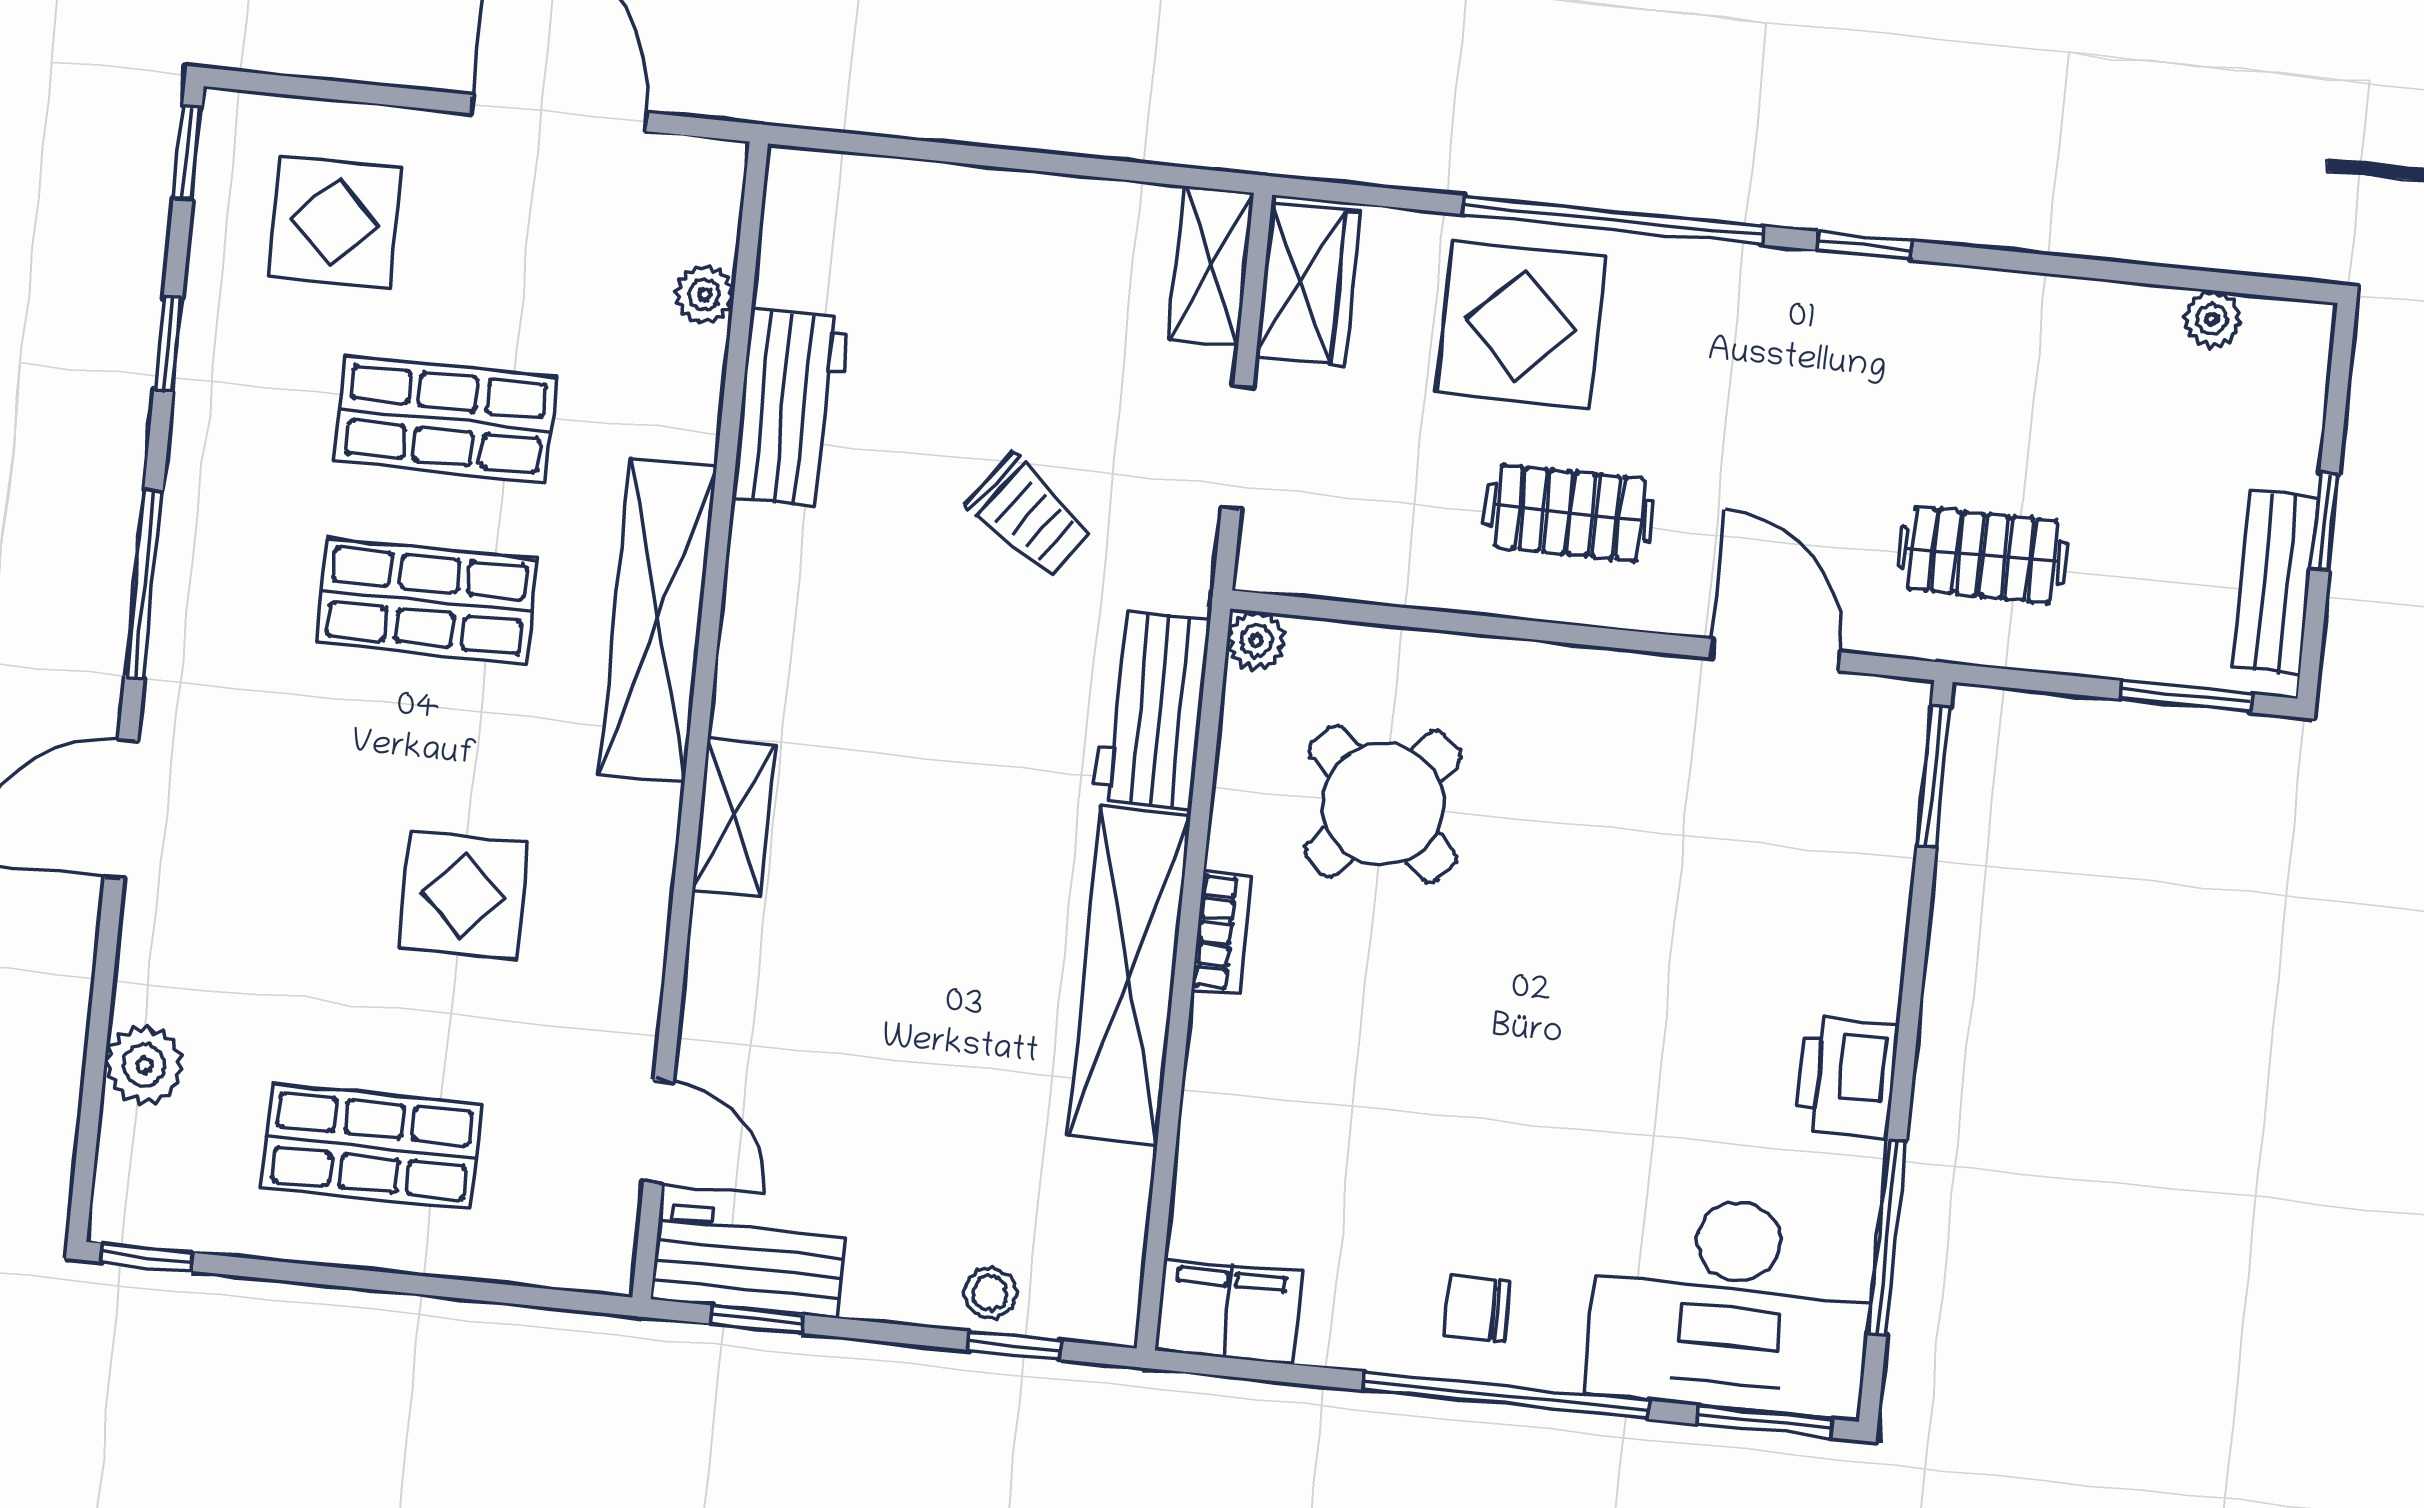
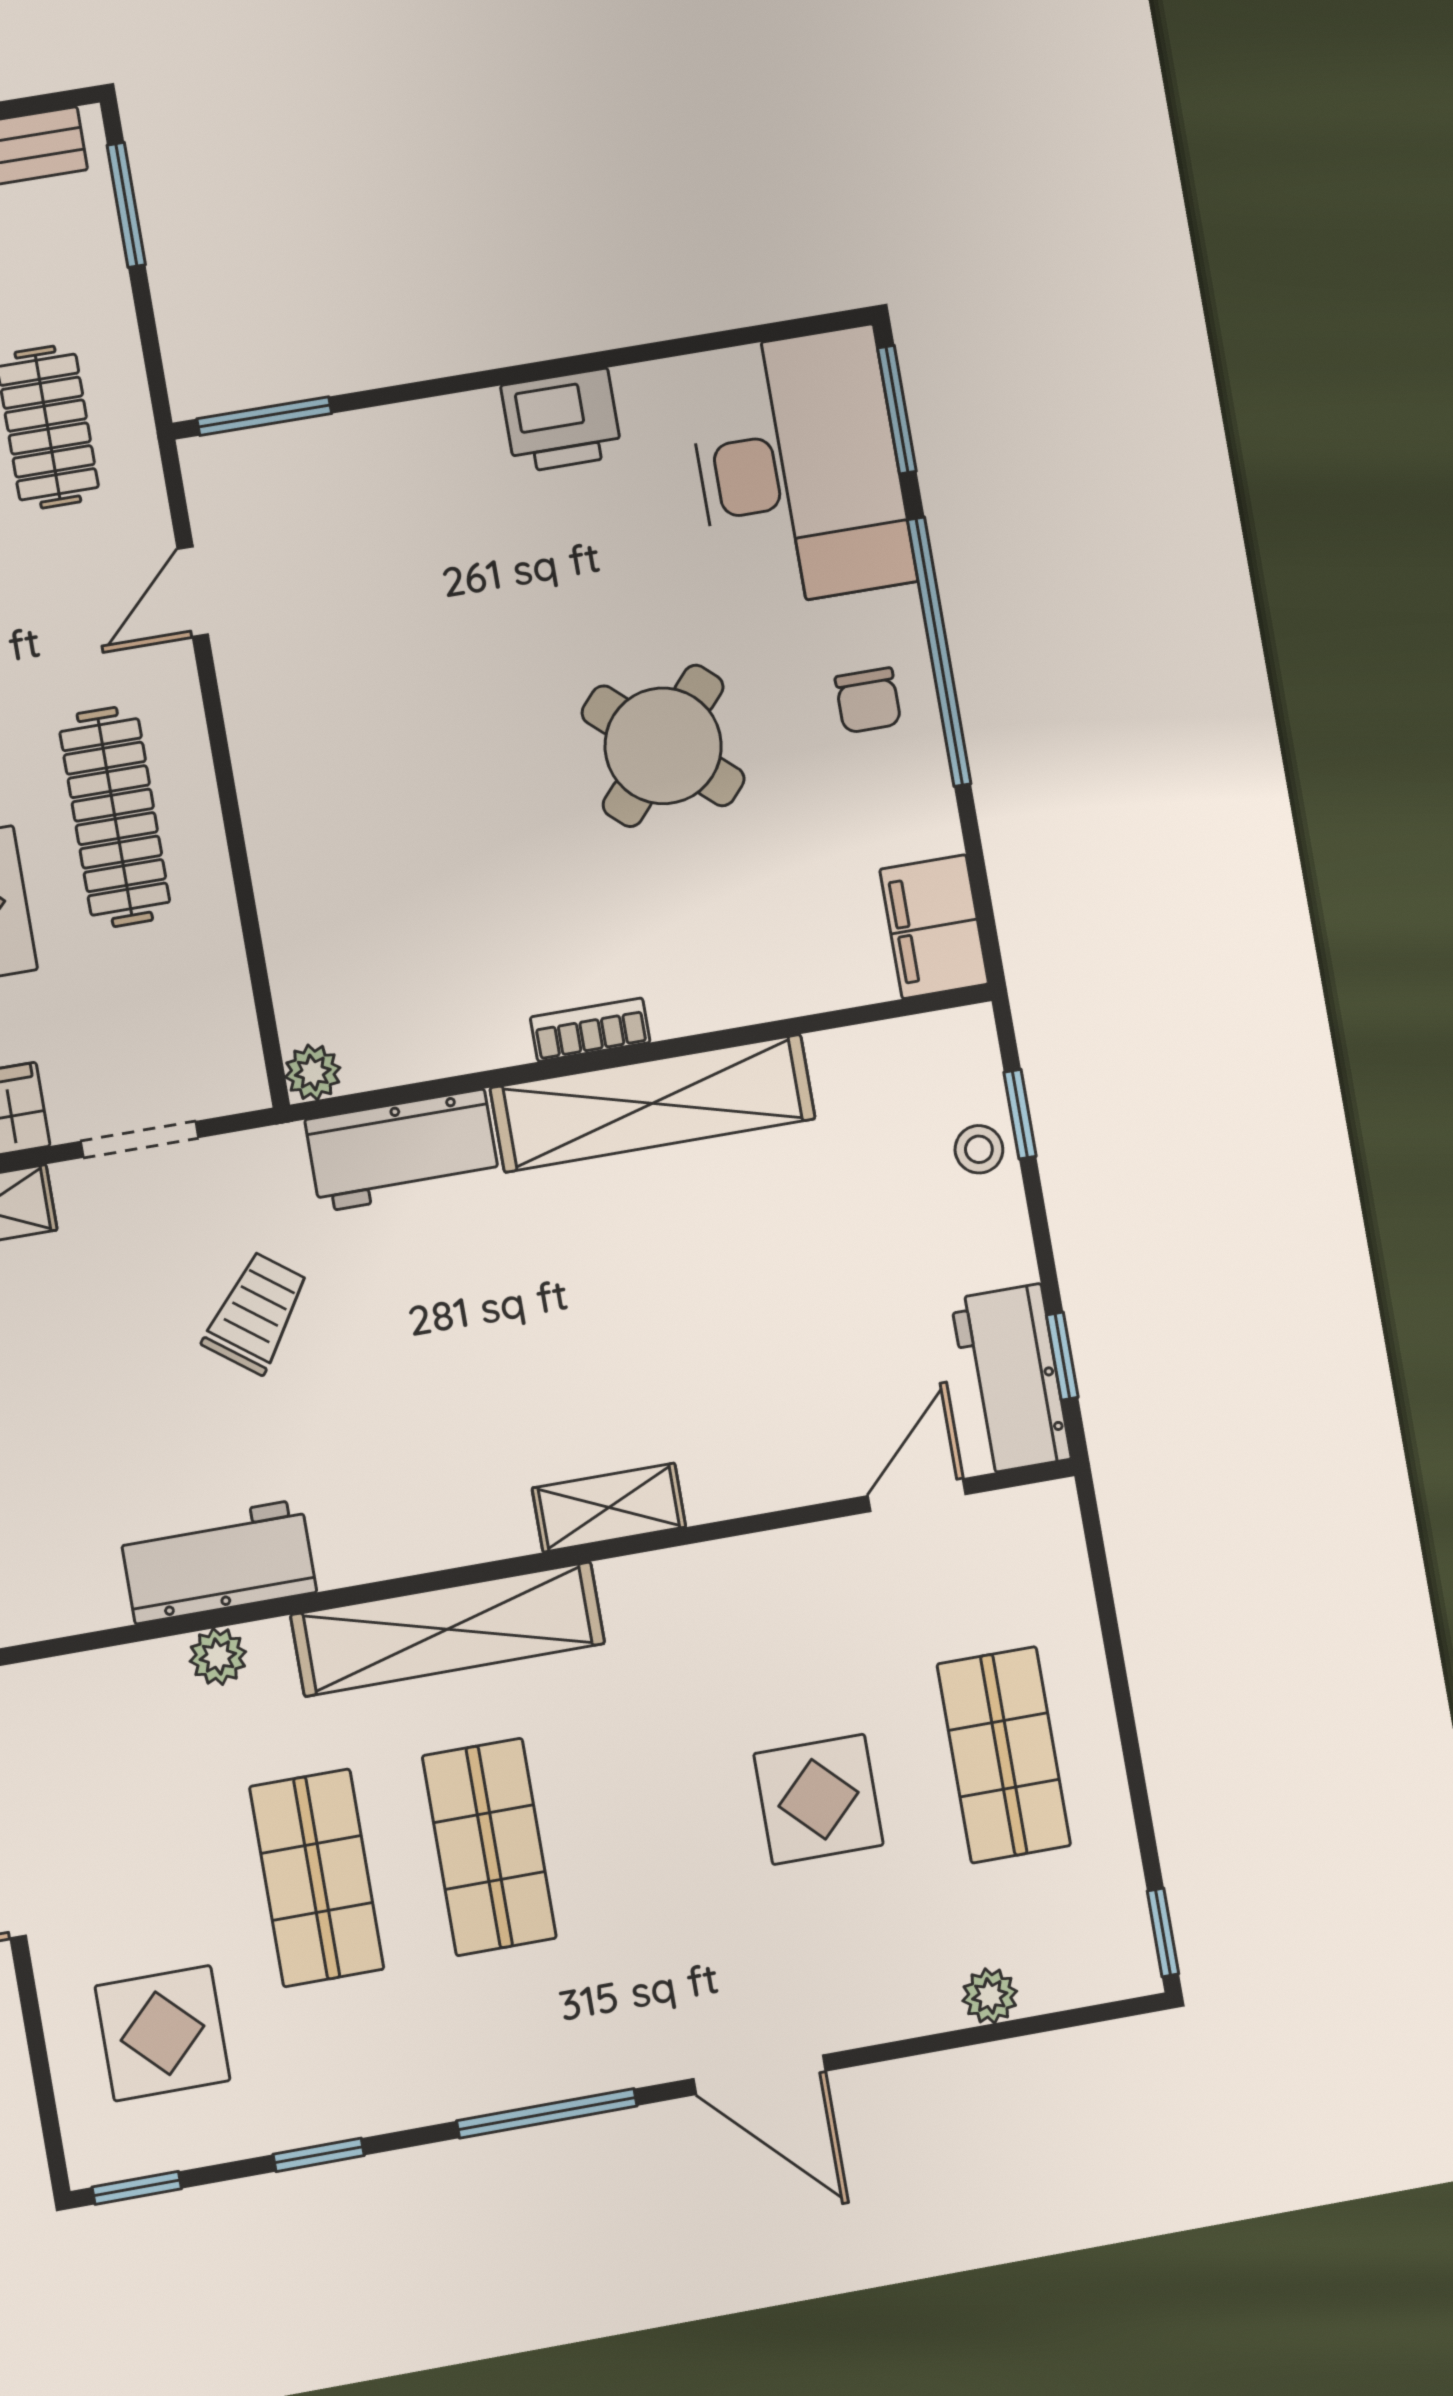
plant: (704, 295) -> (218, 1656), moved
clothes rail: (1569, 513) -> (115, 817), width x1.36
door: (1775, 655) -> (193, 592), width x0.73
round table: (1383, 804) -> (663, 746), moved
display table: (464, 895) -> (819, 1799), moved
plant: (144, 1065) -> (990, 1996), width x0.73, depth x0.73
window: (1887, 1237) -> (698, 344), removed

